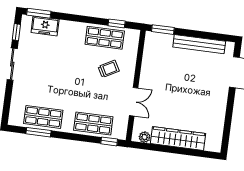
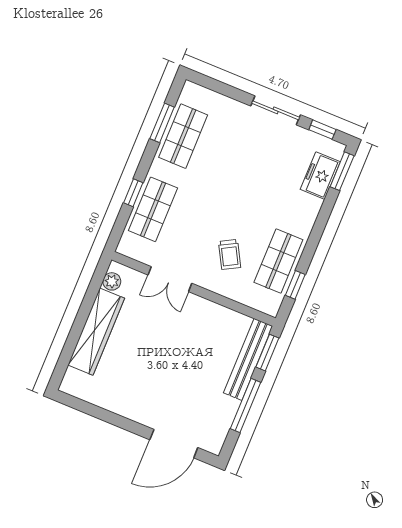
window: (199, 34) -> (246, 406), added
bench: (199, 44) -> (248, 359), moved
window: (109, 141) -> (133, 193), moved

